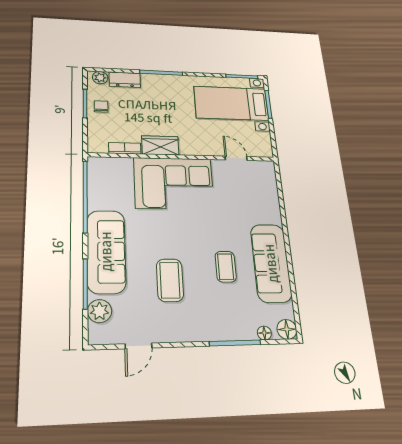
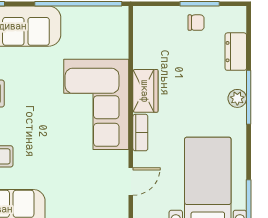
plant: (100, 78) -> (237, 98), moved
bookcase: (125, 148) -> (140, 133), moved

